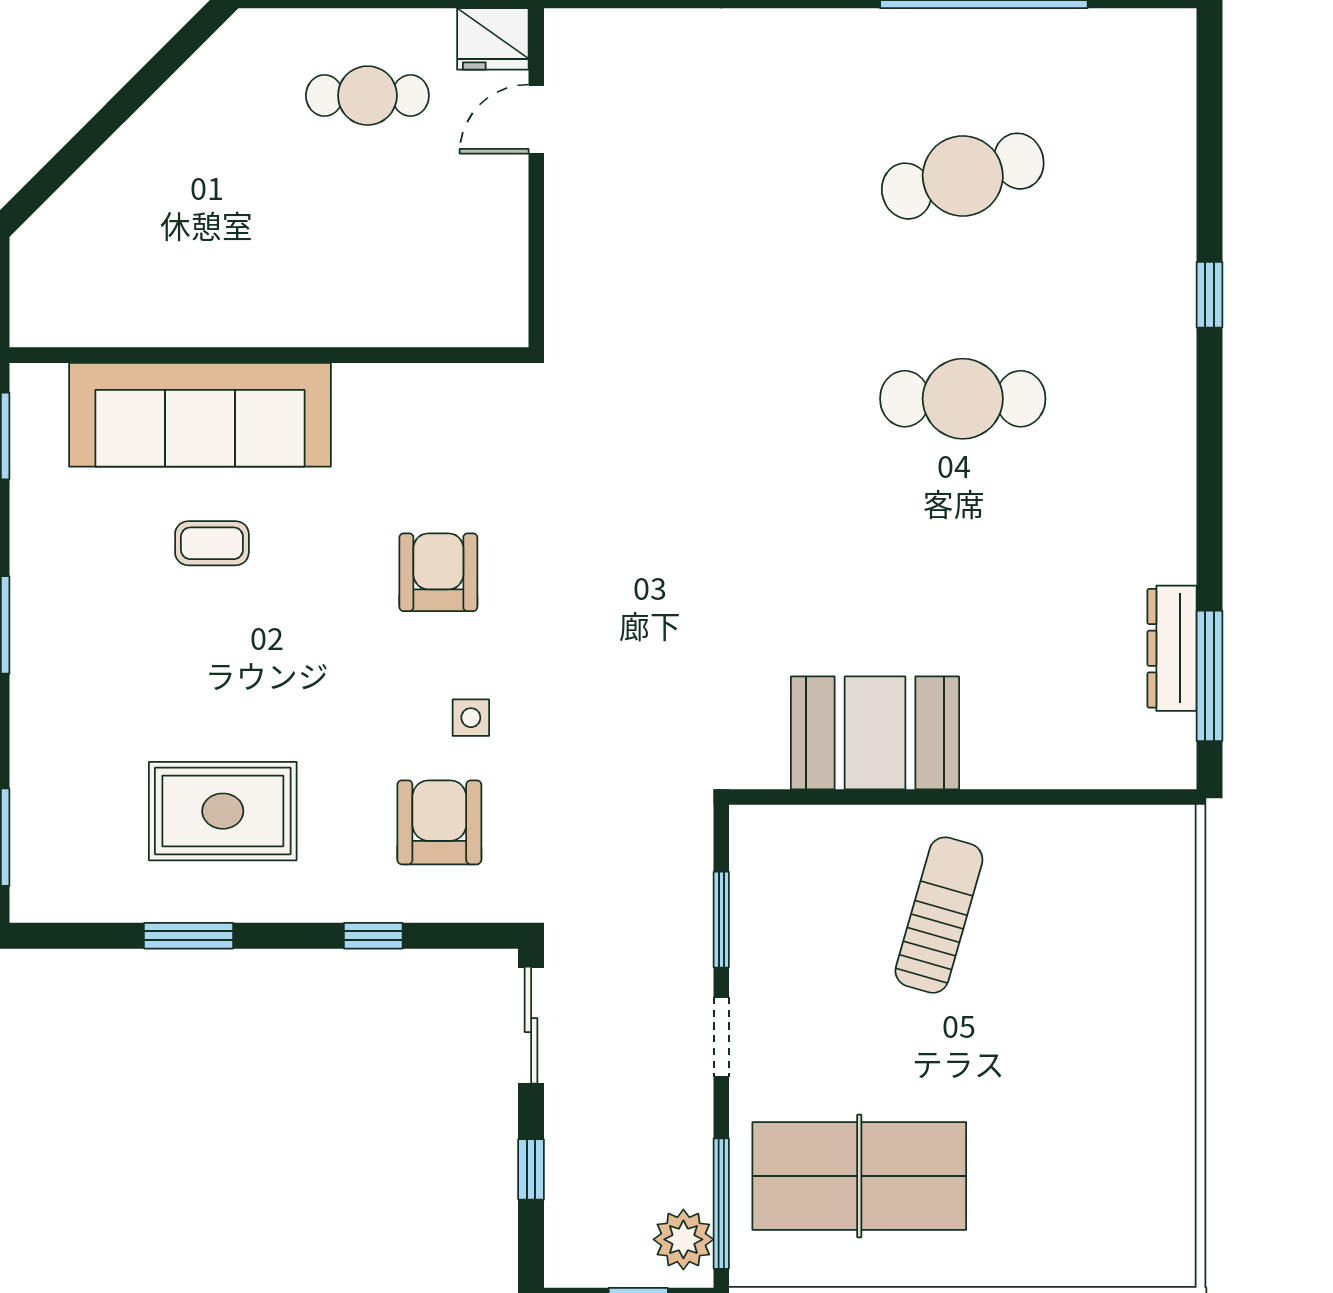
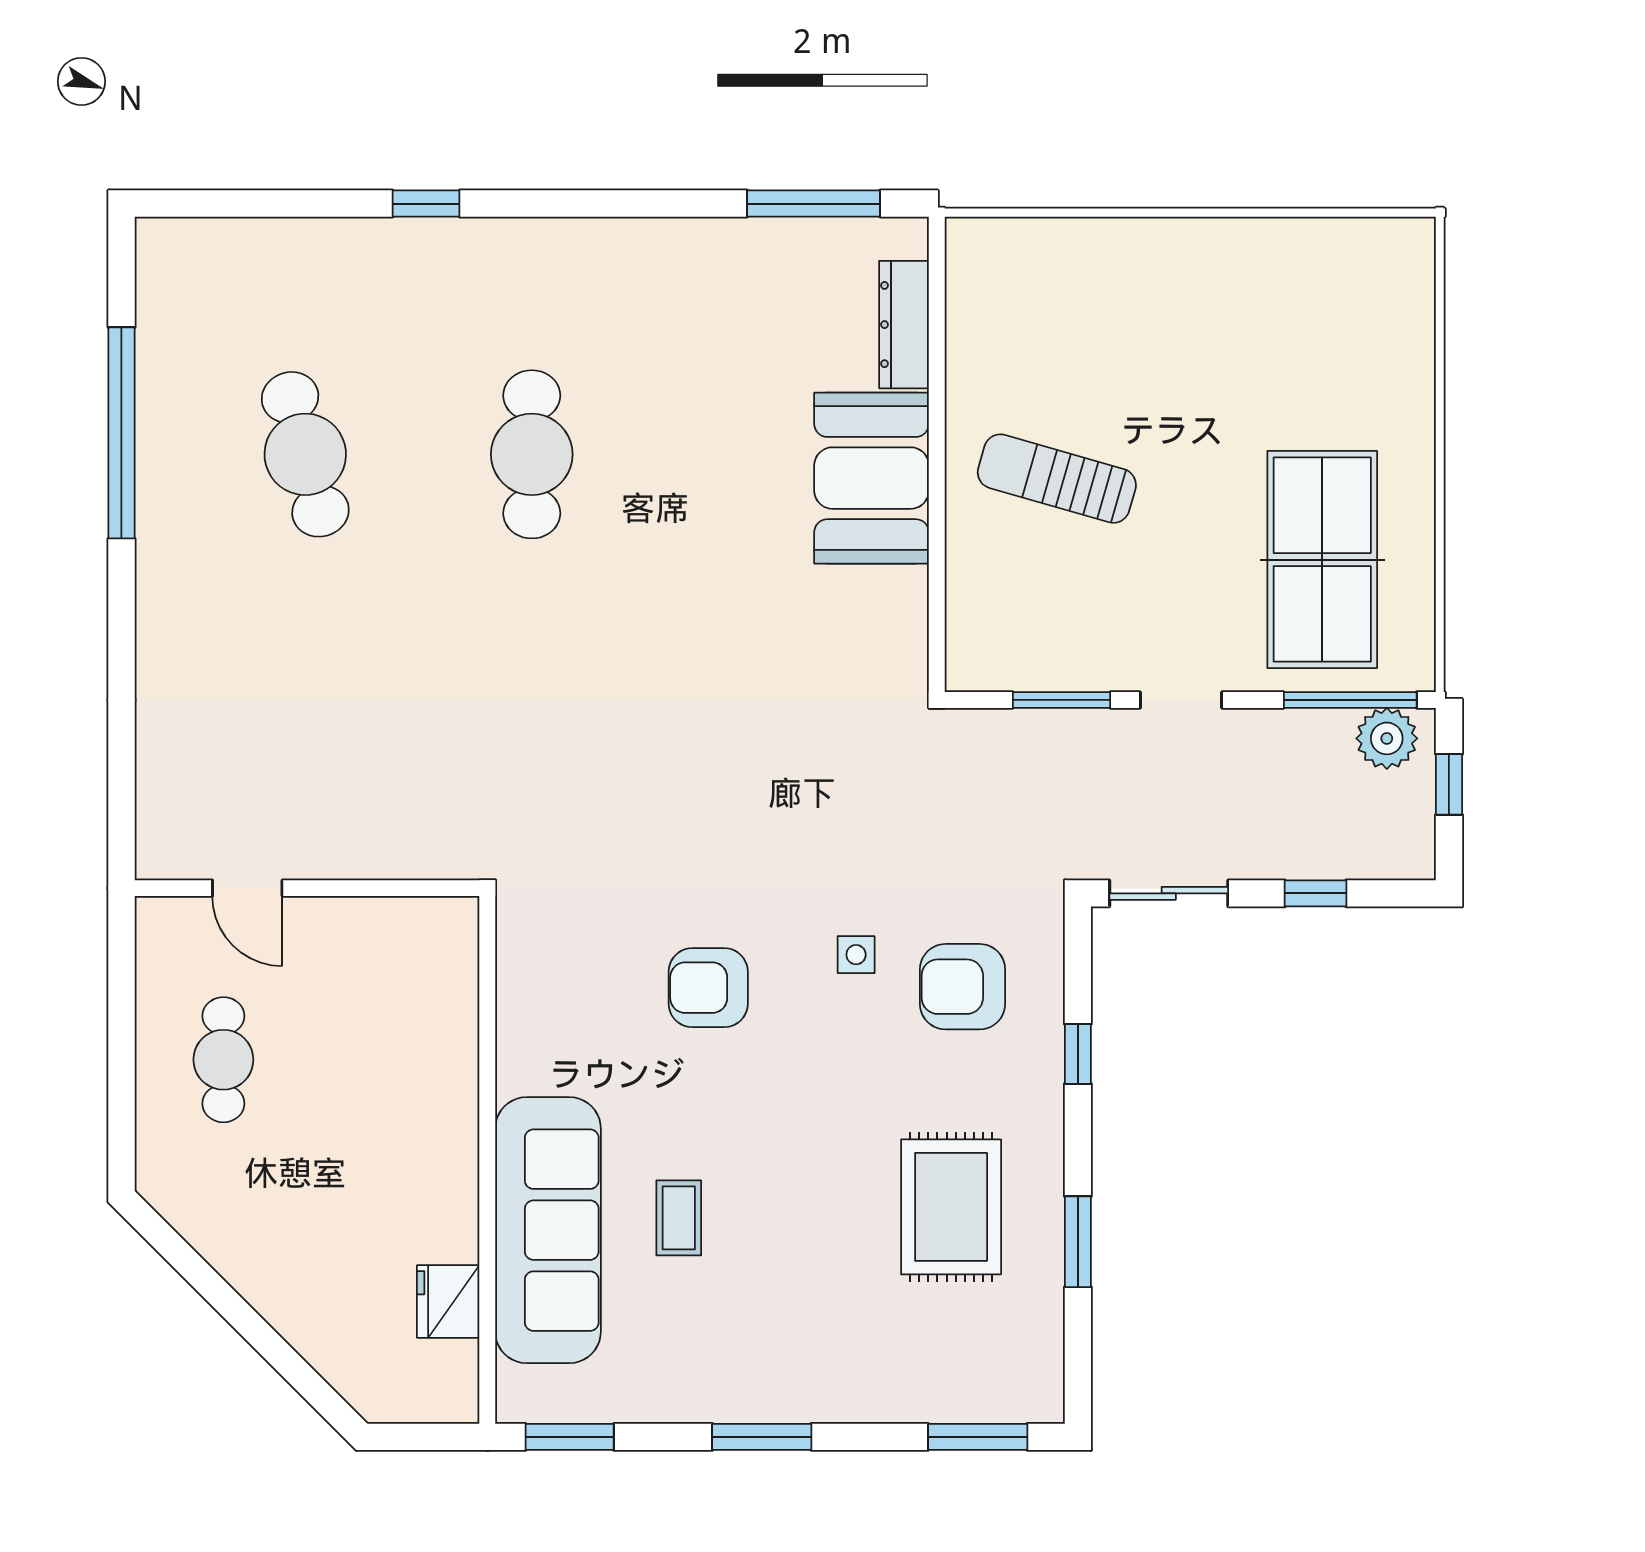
fridge: (493, 39) -> (448, 1302), moved, turned 180
dresser: (1172, 648) -> (904, 325), moved, turned 90
booth: (875, 733) -> (872, 478), moved

